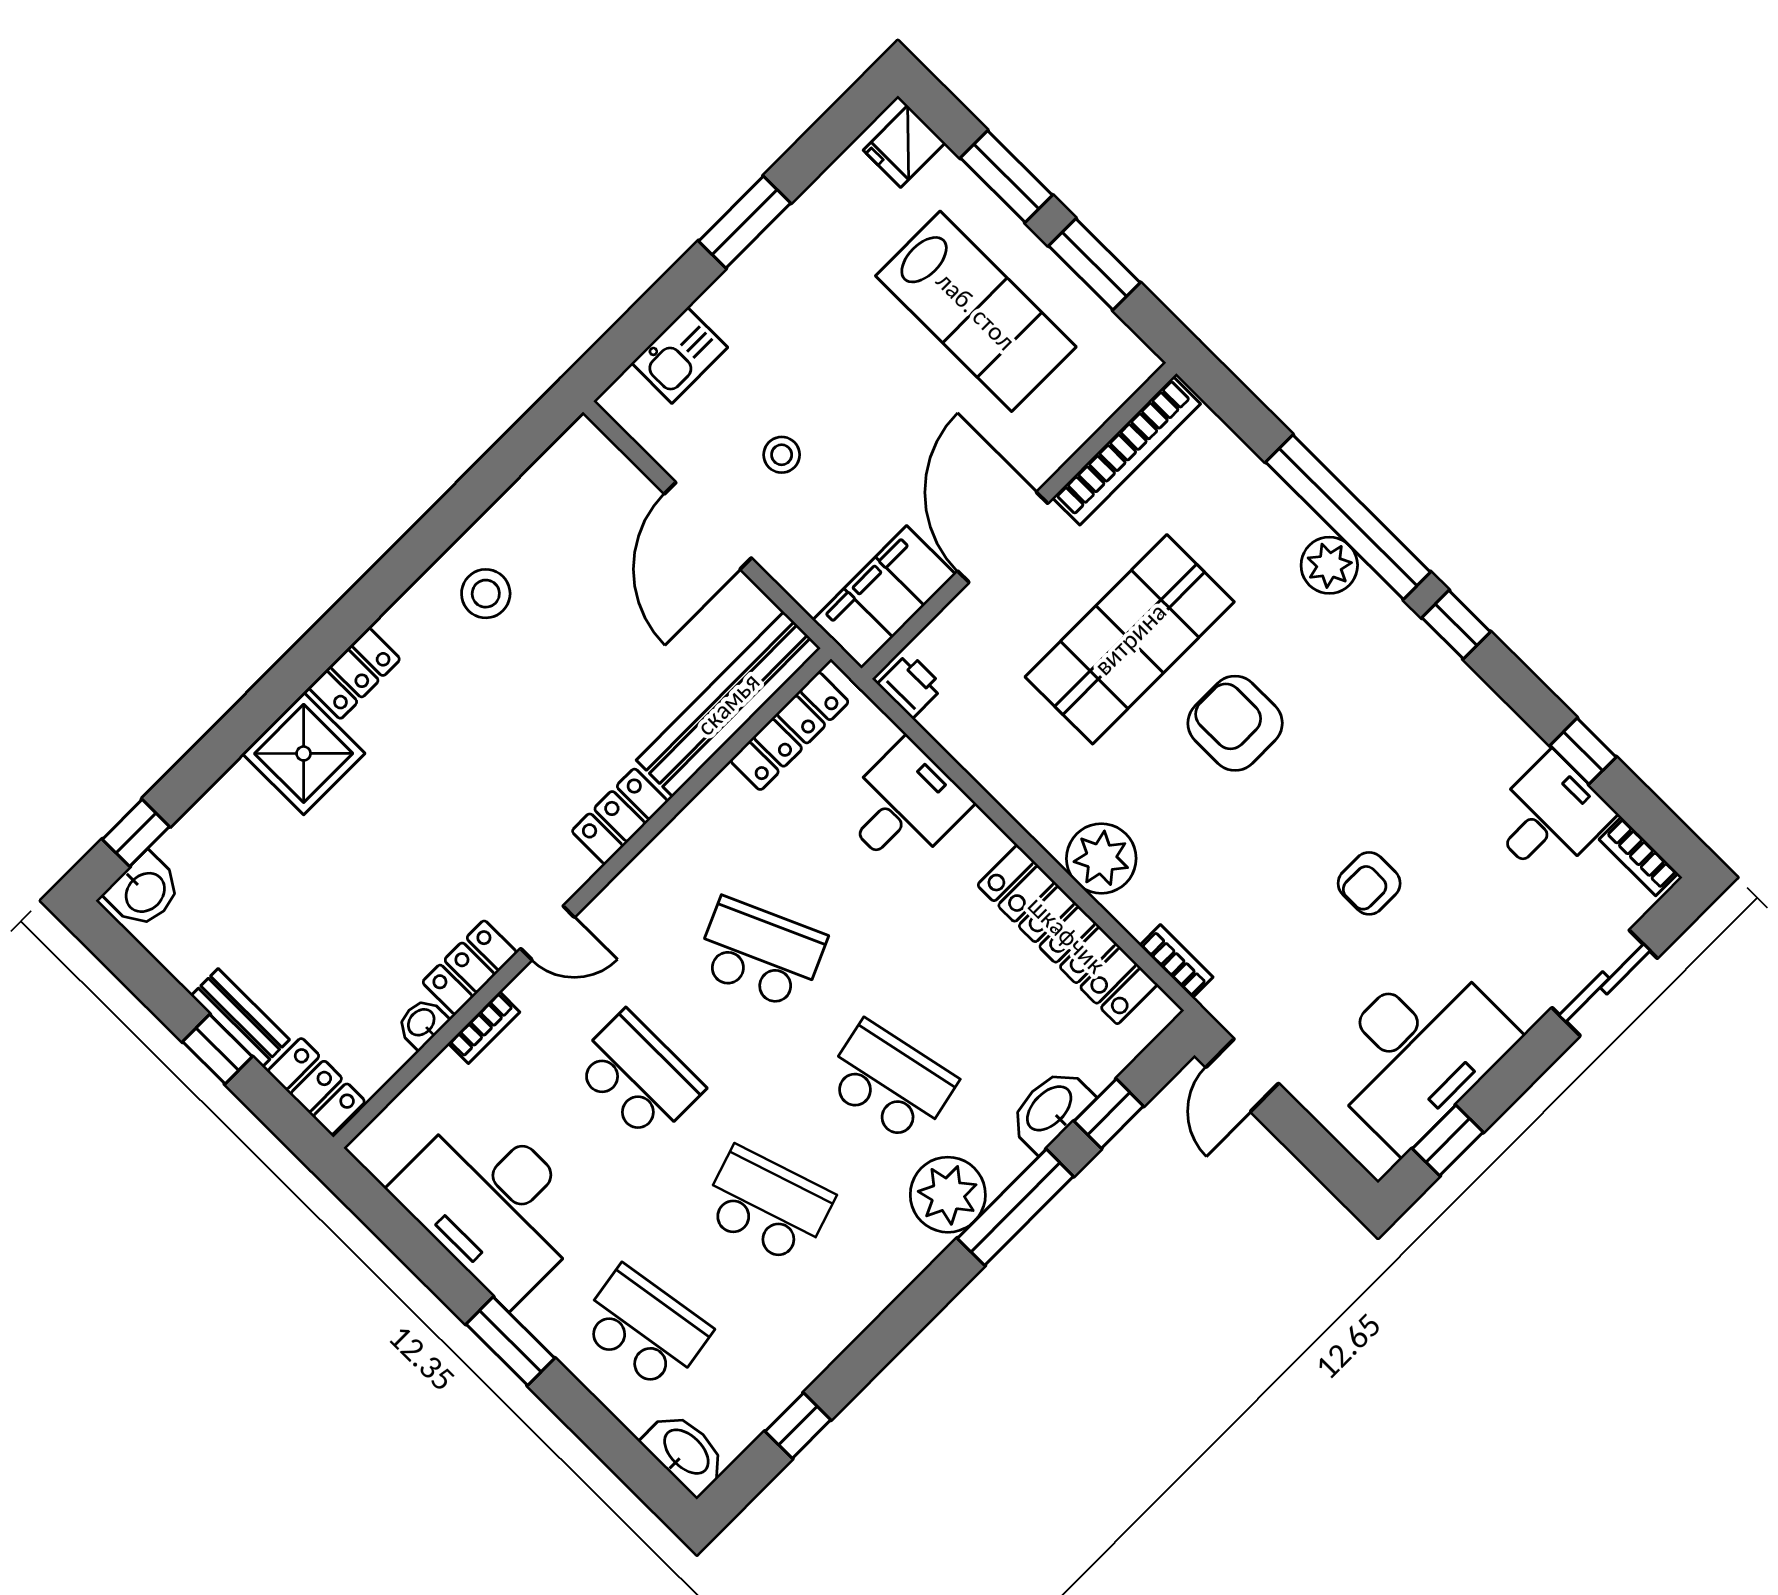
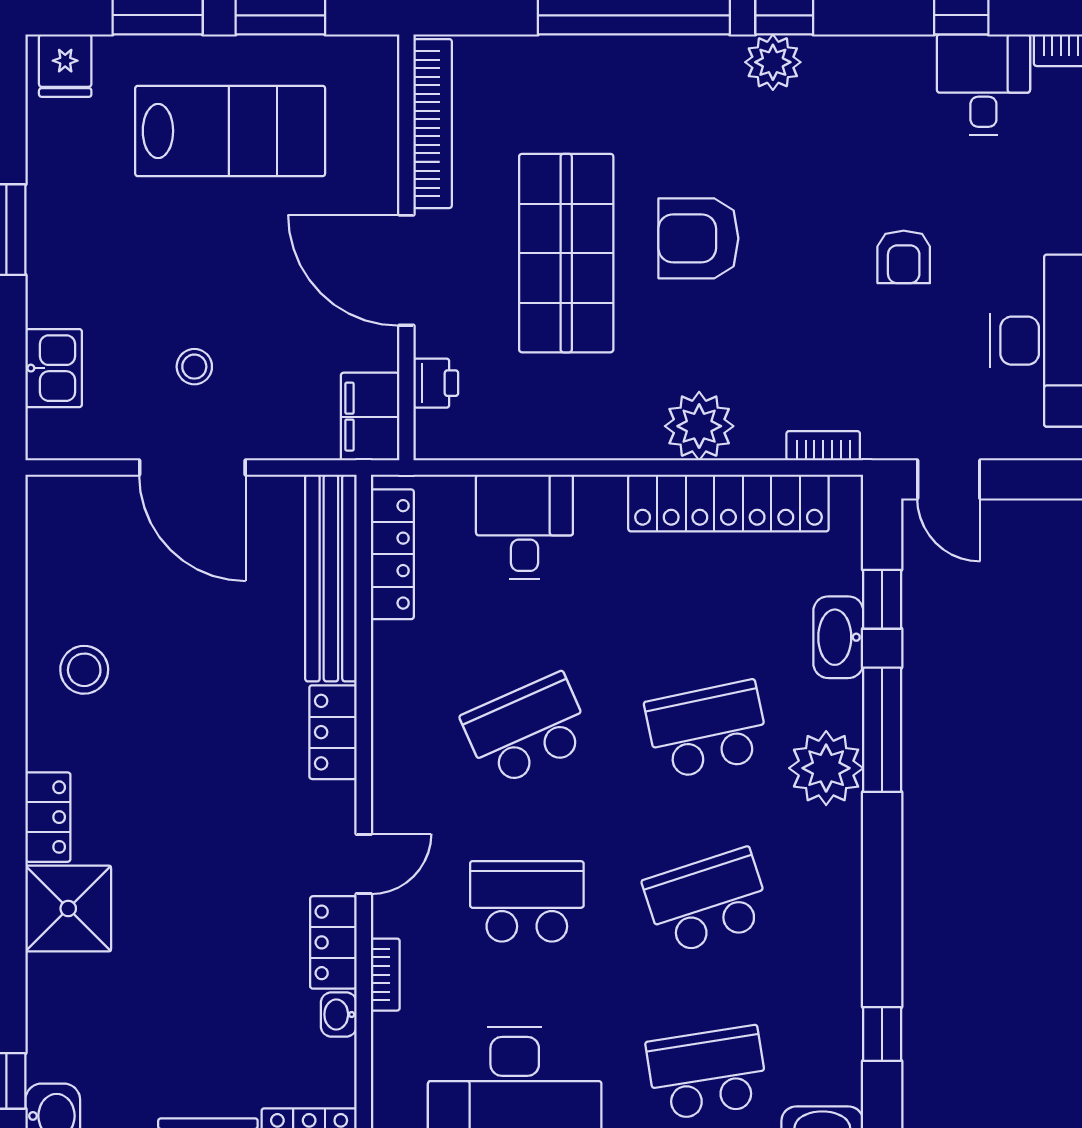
plant: (1329, 565) -> (773, 62), moved
filing cabinet: (884, 597) -> (370, 417), width x0.67, depth x0.86
printer: (910, 686) -> (436, 383), moved, turned 90

